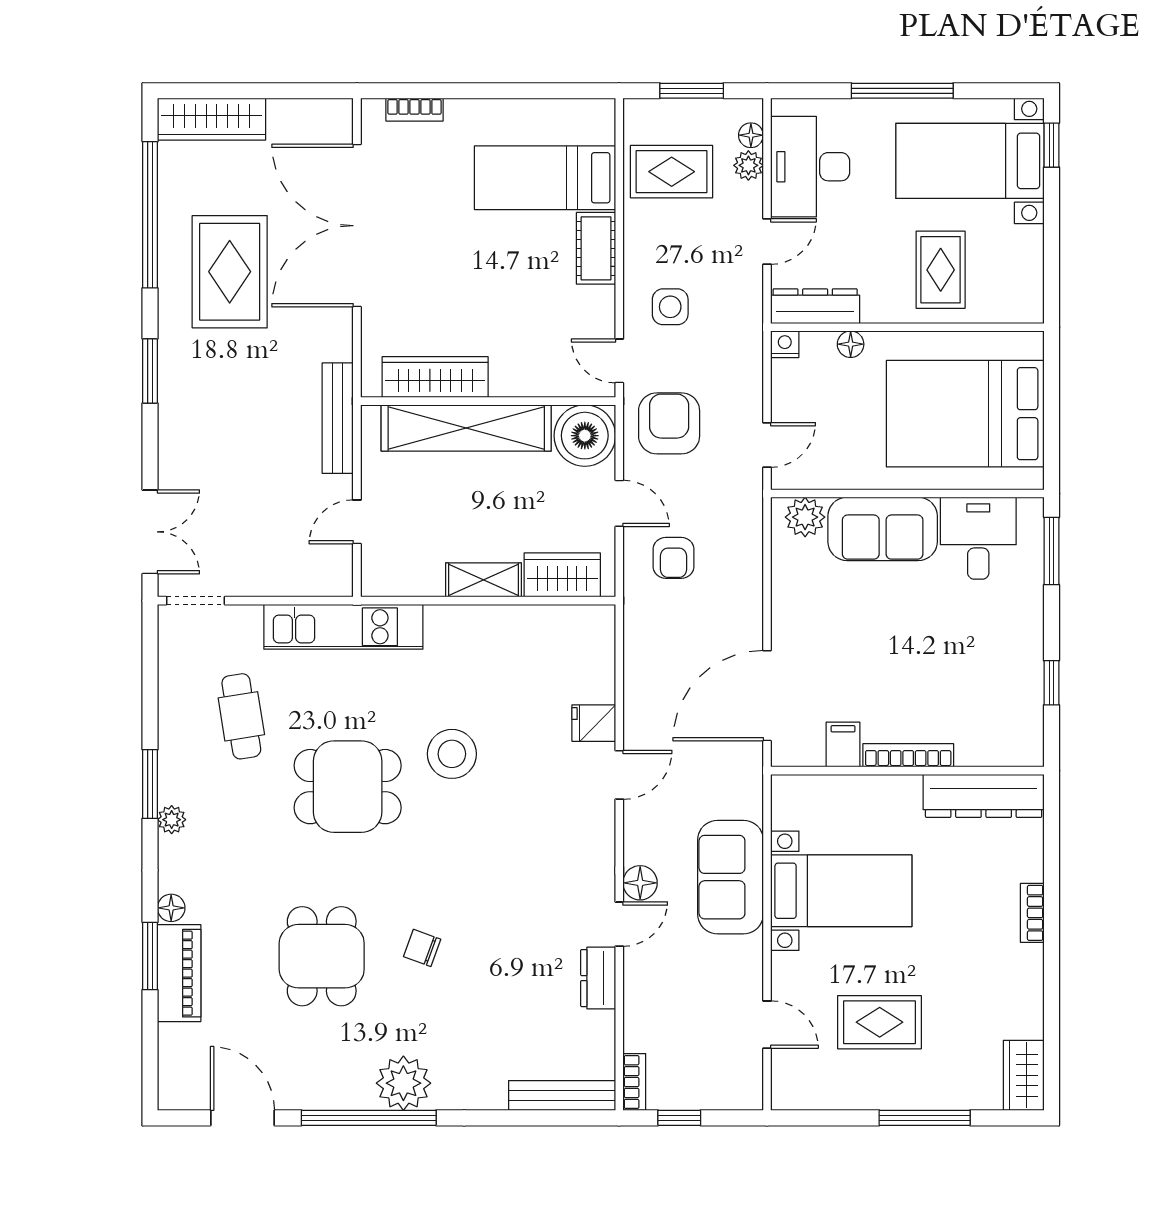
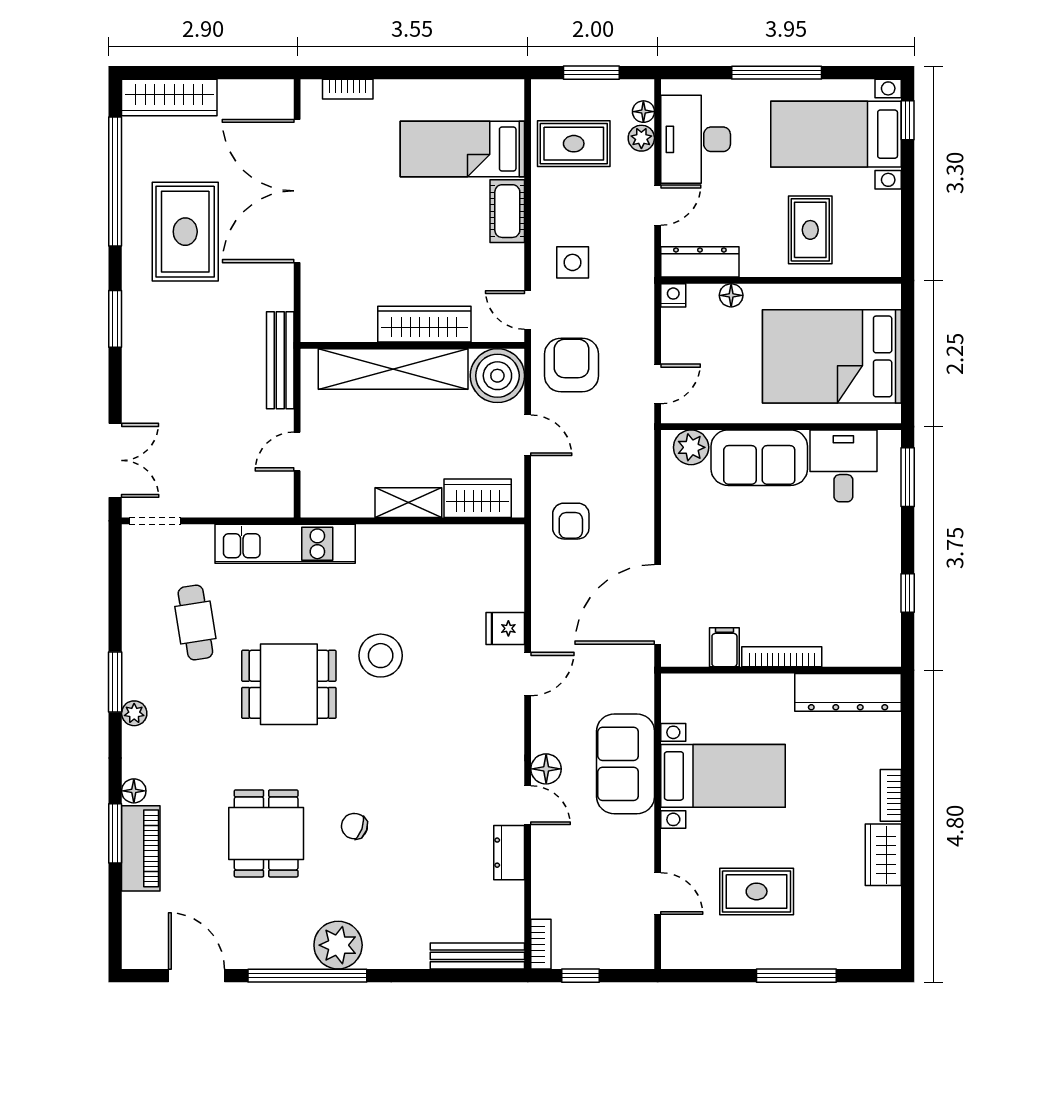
wardrobe: (435, 377) -> (424, 324), moved
armchair: (674, 558) -> (571, 521), moved
door: (619, 924) -> (528, 805), hinge flipped
wardrobe: (1024, 1075) -> (883, 855), moved

